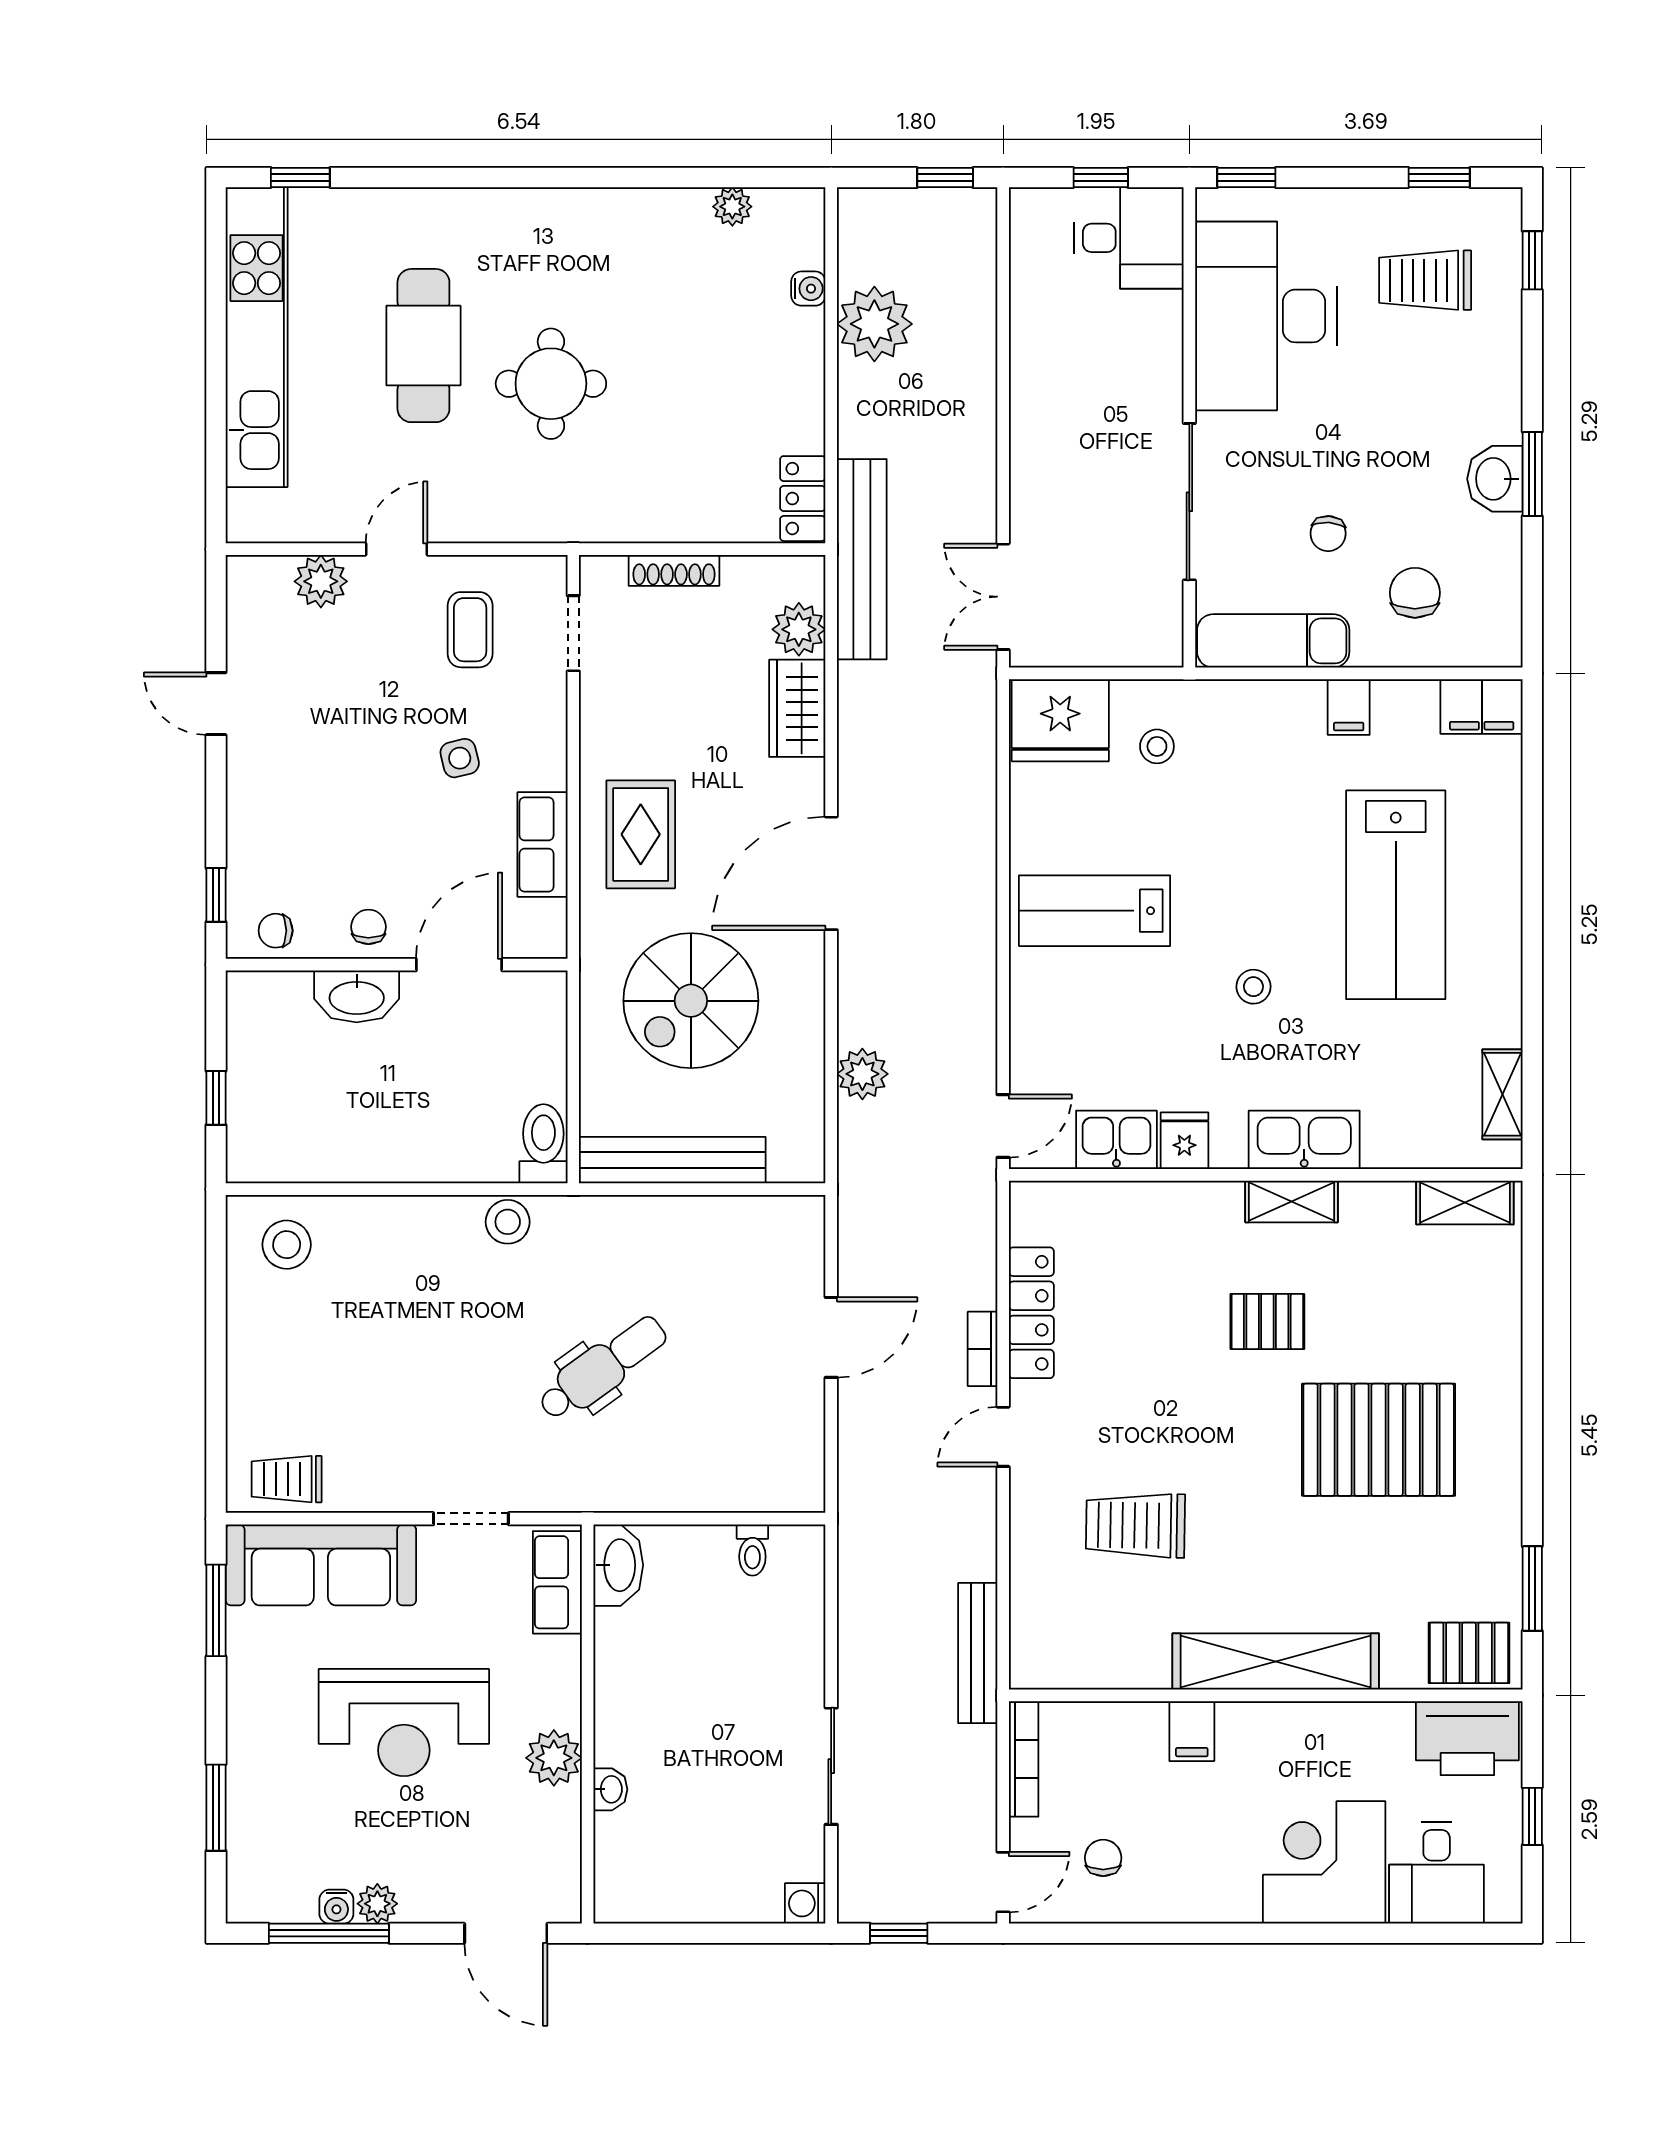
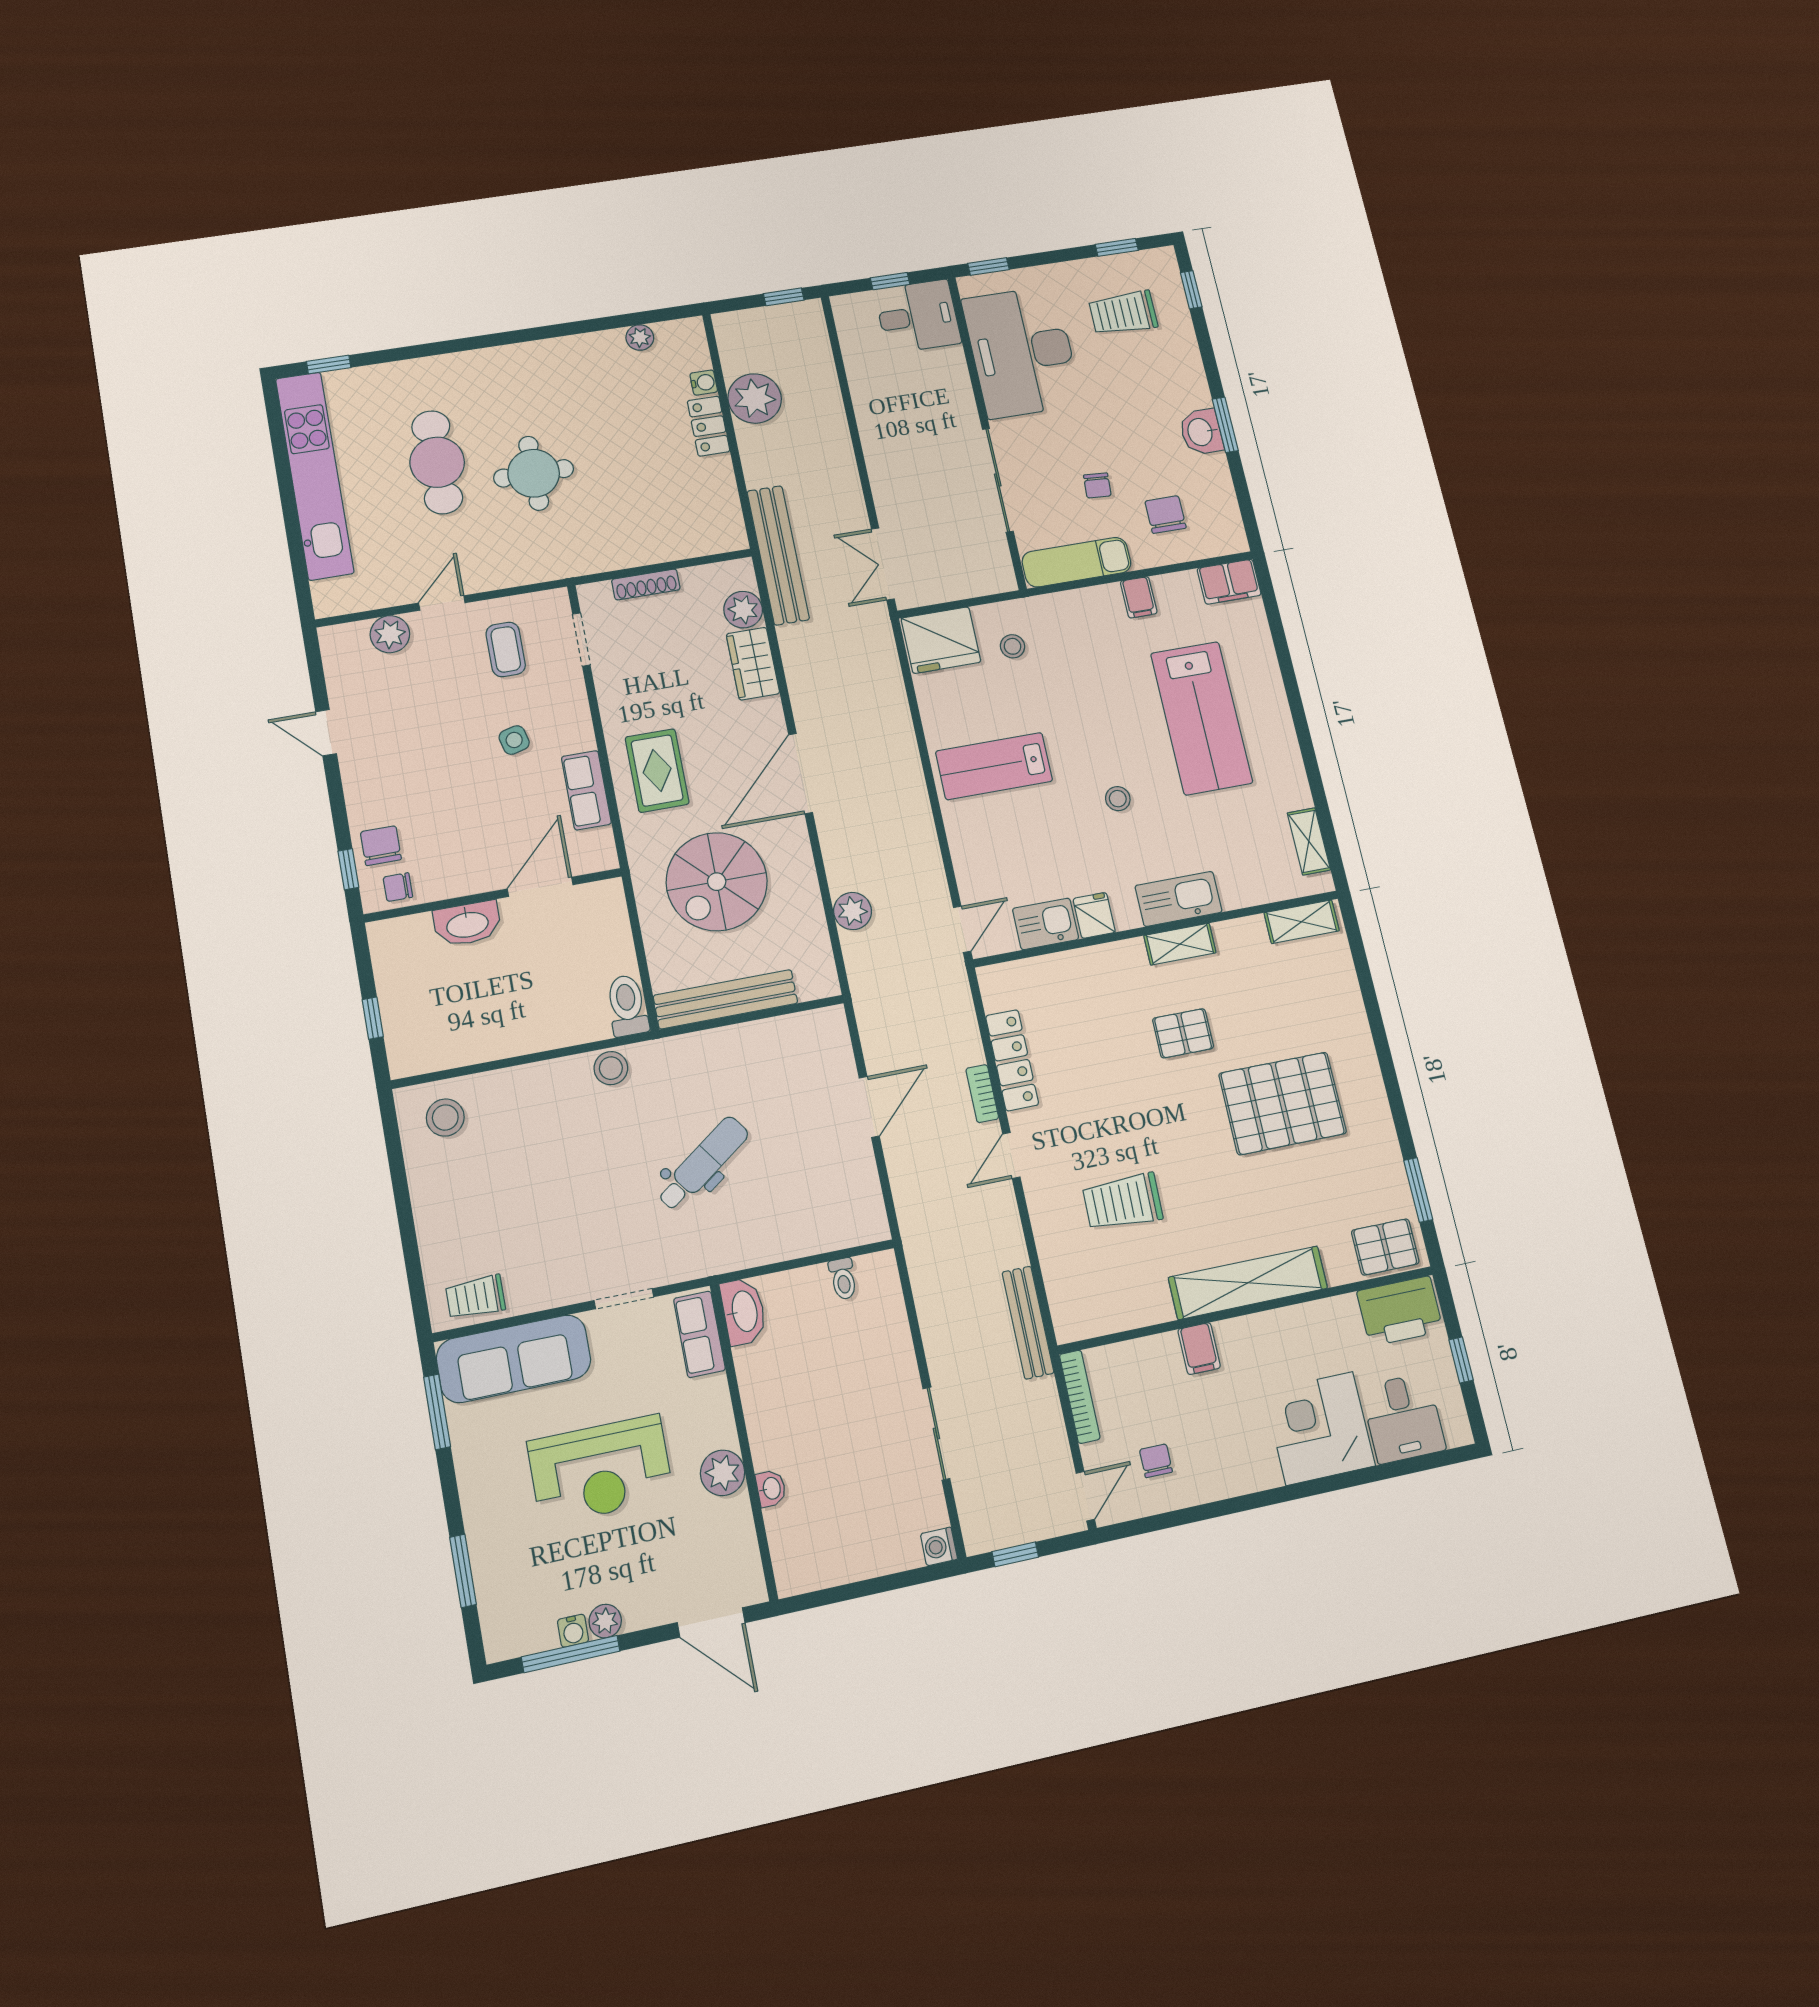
locker: (803, 499) -> (709, 426), moved
chair: (368, 927) -> (381, 846), moved, width x1.37, depth x1.37

